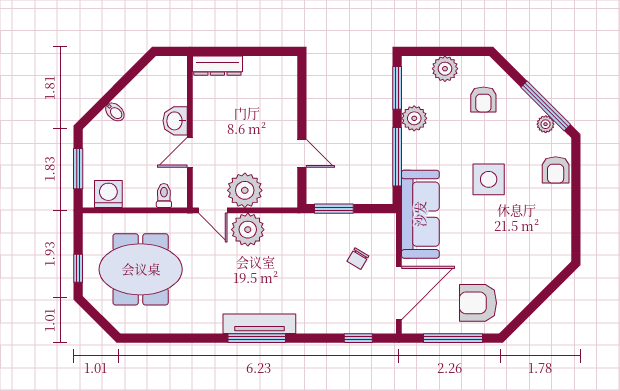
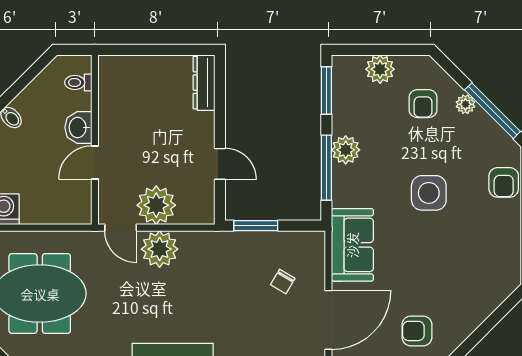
dresser: (217, 66) -> (204, 83), moved, turned 90
plant: (414, 118) -> (346, 150), moved
plant: (546, 124) -> (465, 104), moved
toilet: (164, 196) -> (78, 82), moved, turned -90
sofa: (420, 214) -> (352, 245), width x0.73
armchair: (478, 303) -> (417, 331), width x0.72, depth x0.72

